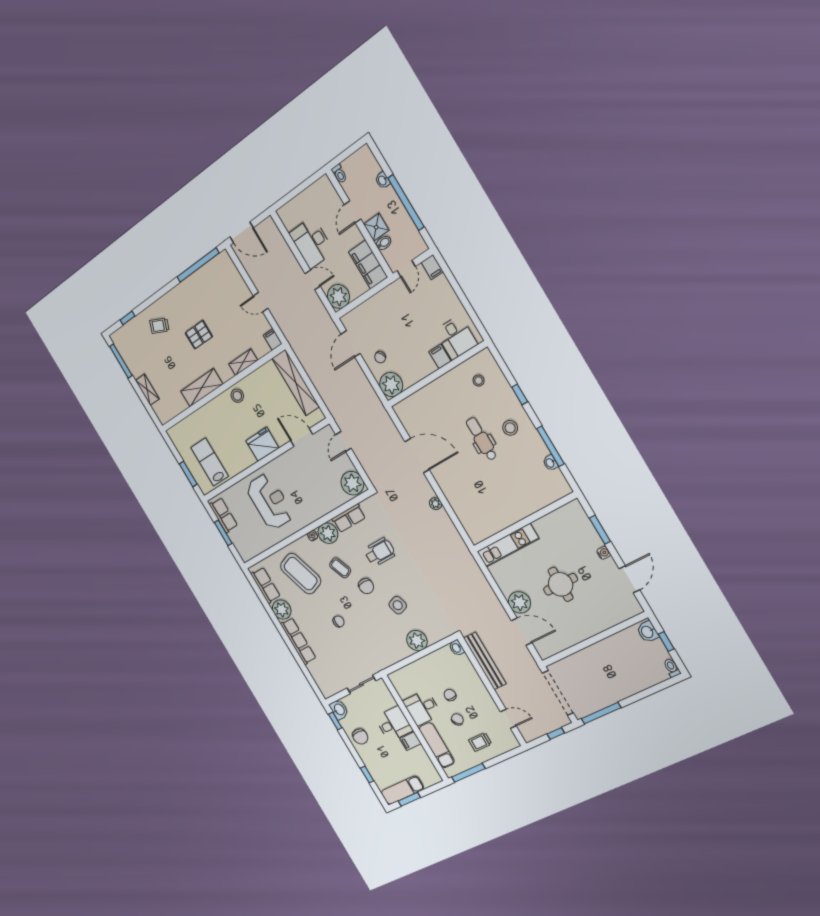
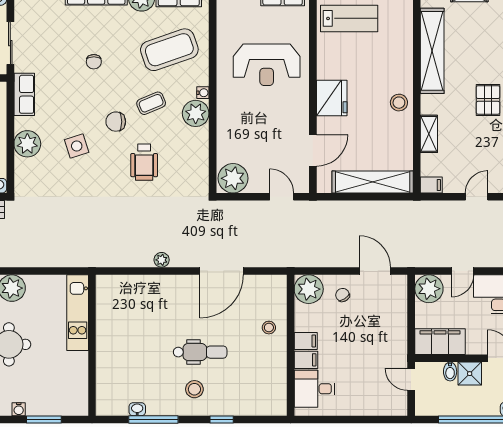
filing cabinet: (432, 267) -> (306, 341), moved, turned 180
stool: (479, 381) -> (269, 328), moved
shelving: (202, 388) -> (432, 51), width x1.47
row of seats: (349, 518) -> (24, 94), moved, turned 180

